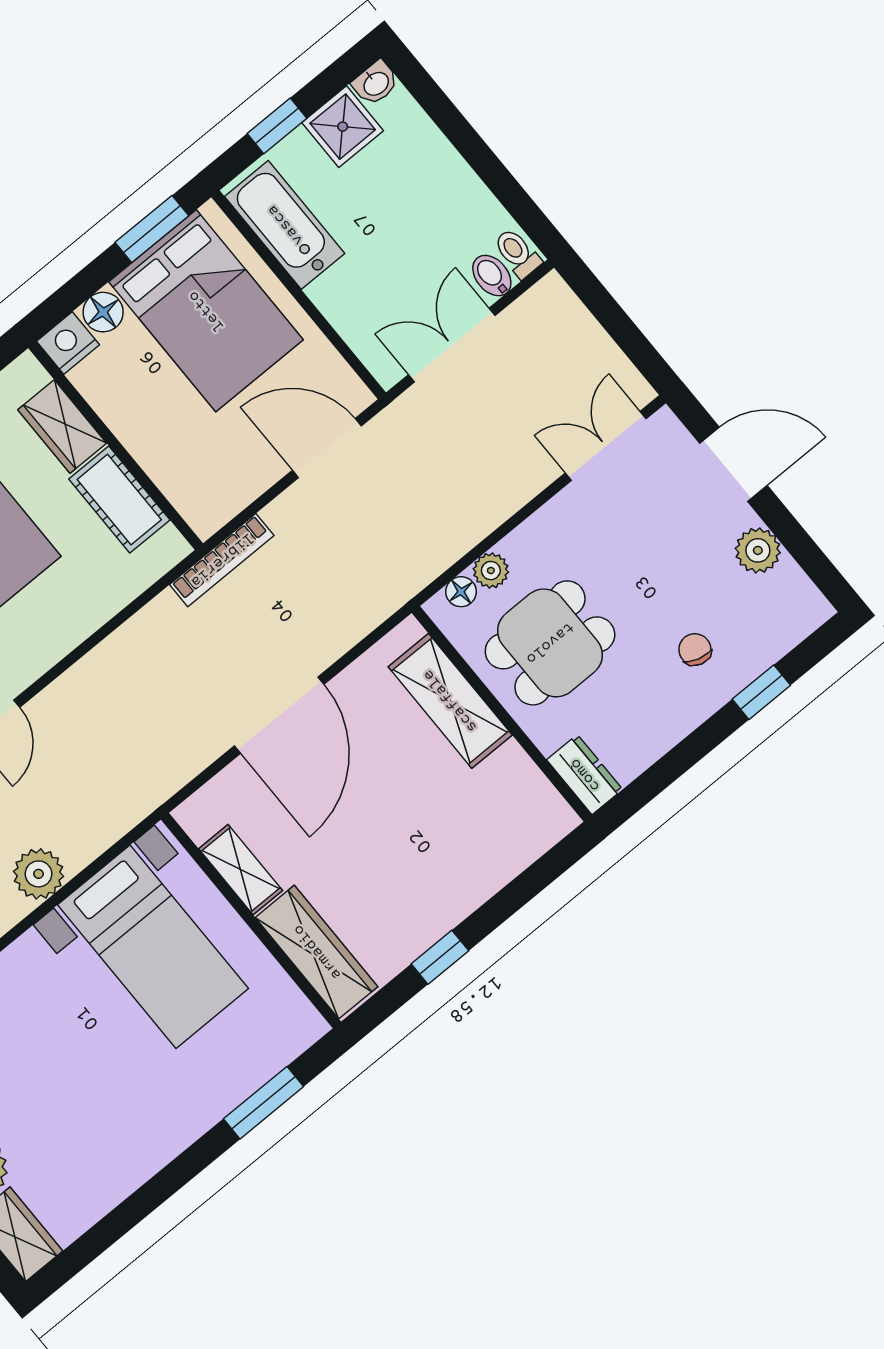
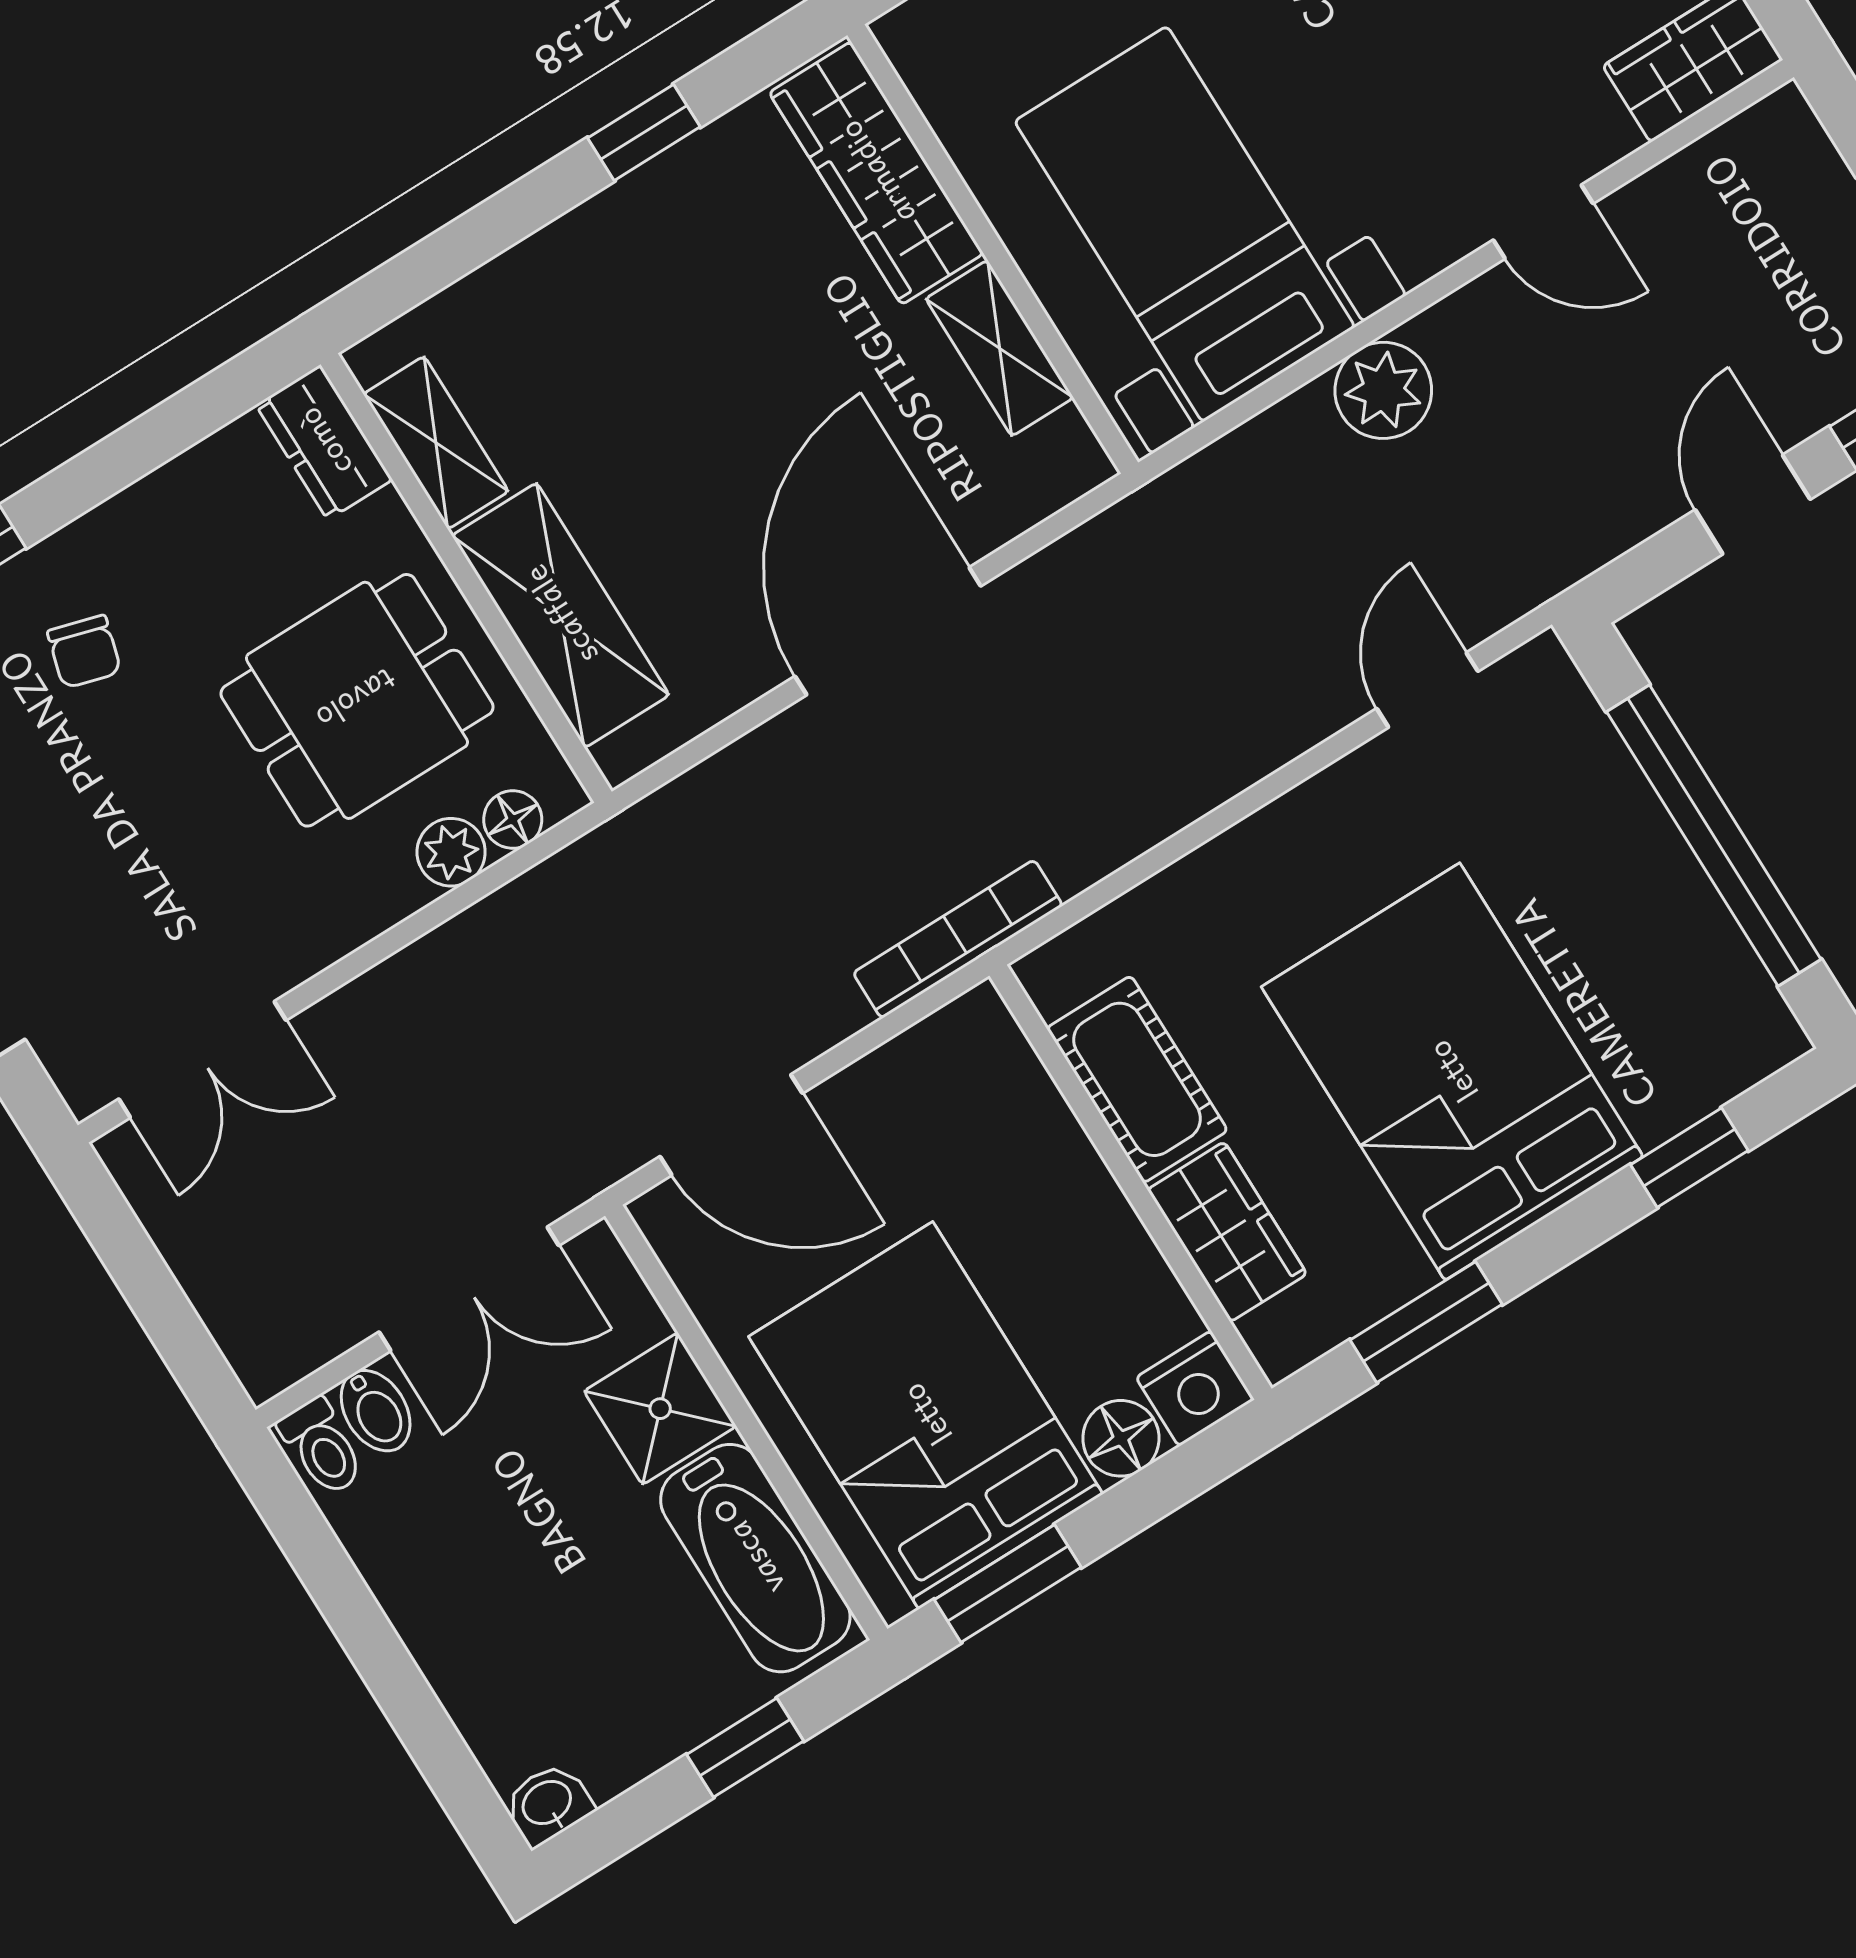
shower: (343, 127) -> (660, 1409), moved
shelving: (527, 782) -> (436, 443), added

